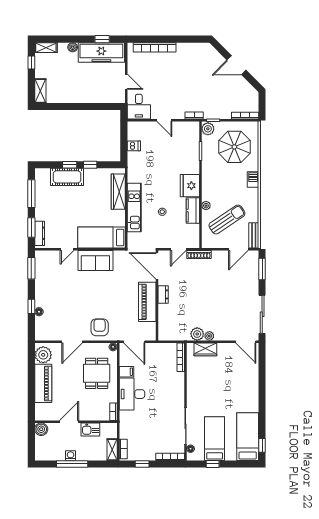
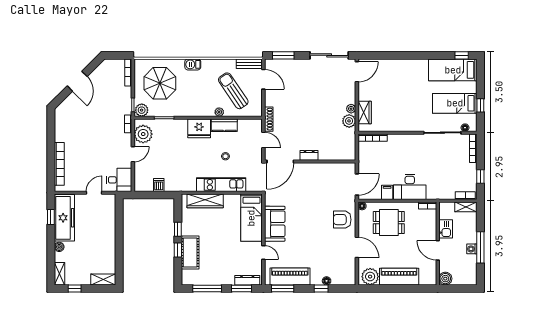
plant: (184, 130) -> (143, 134), added
piano: (147, 302) -> (290, 276), moved, turned 180

